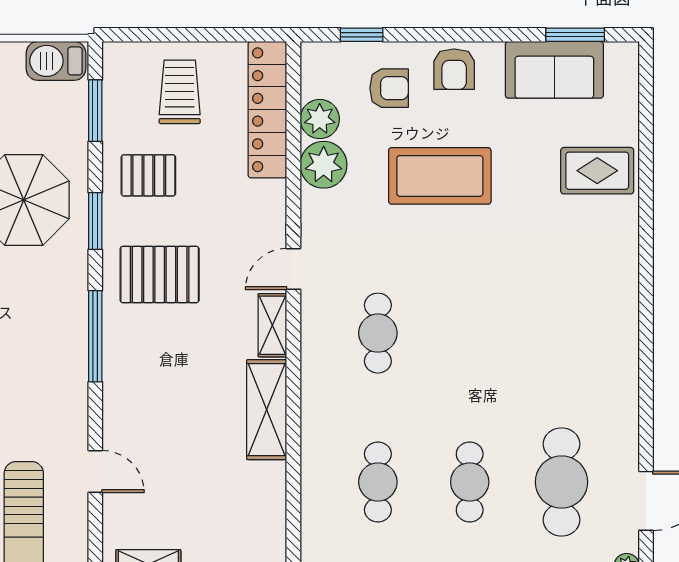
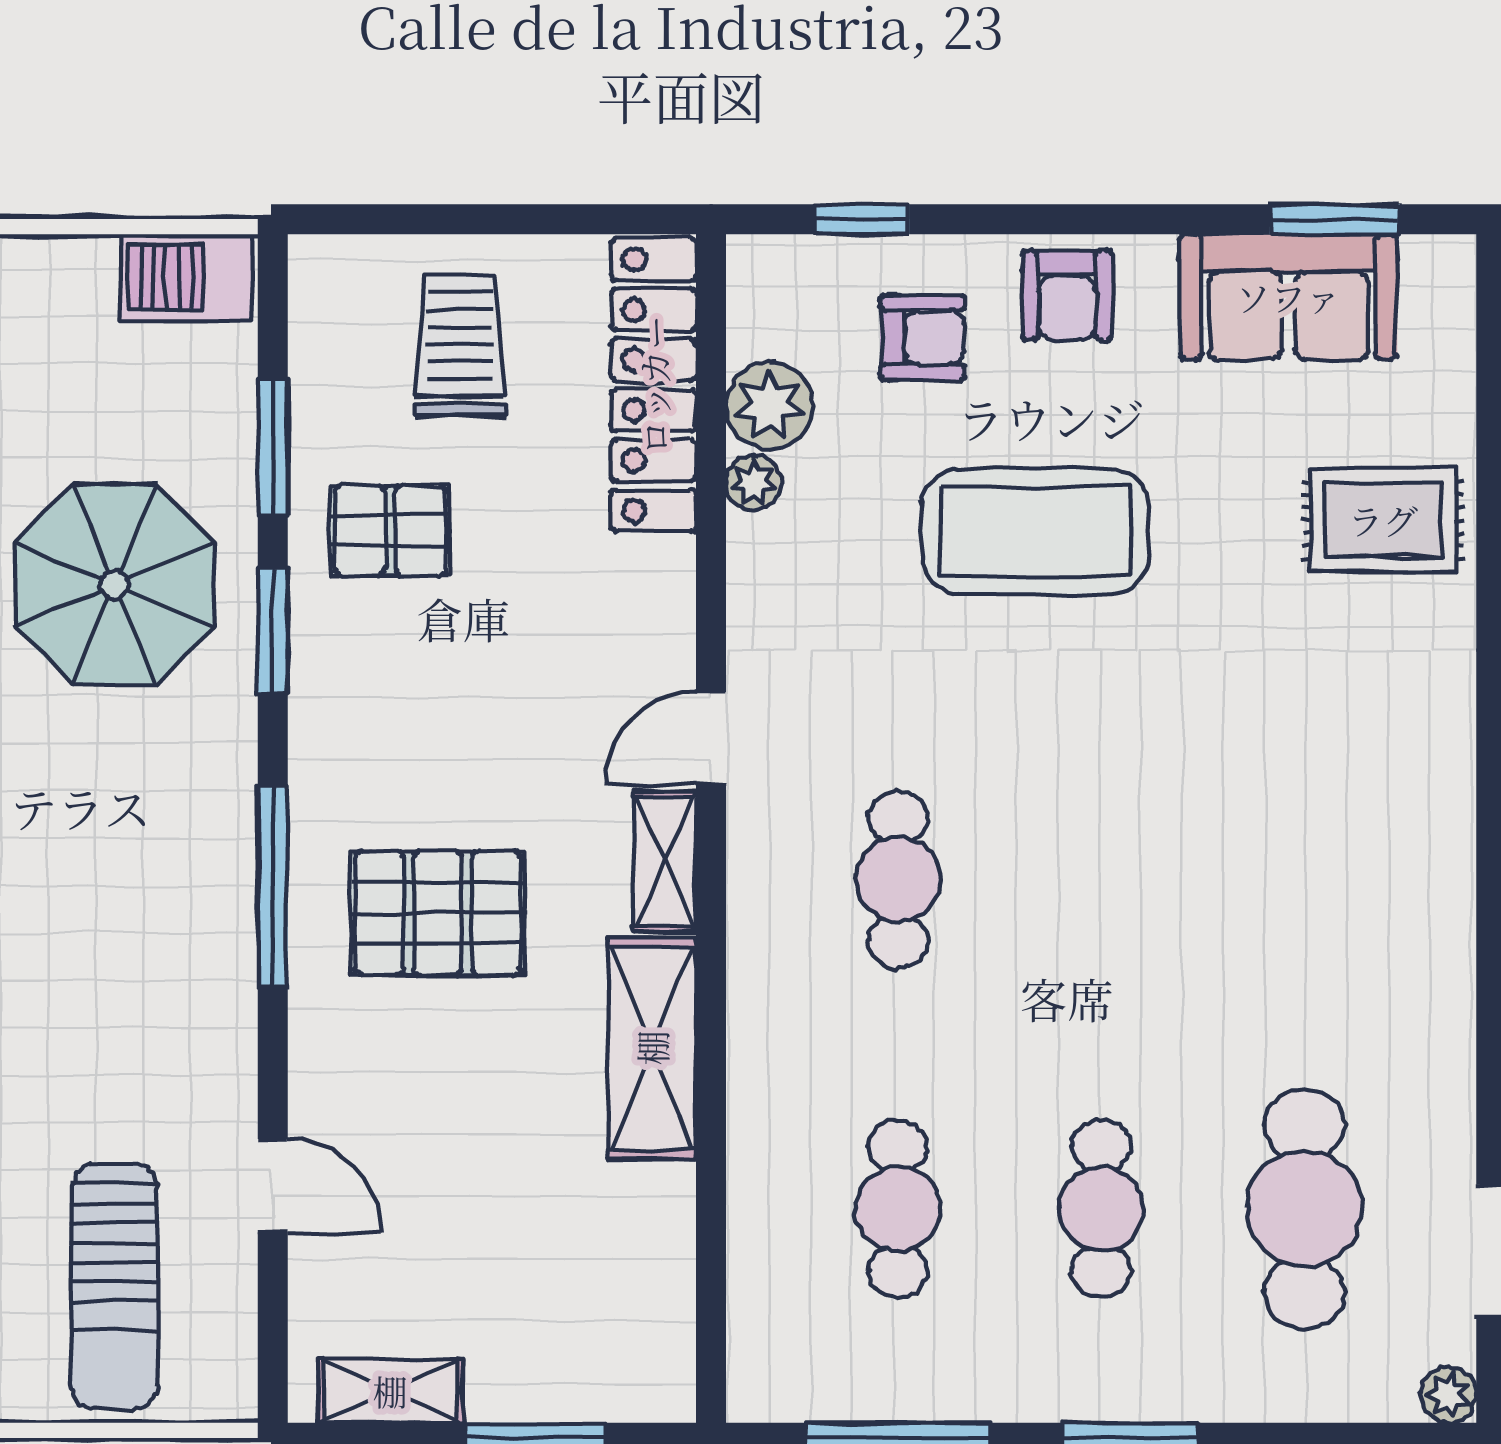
window: (95, 111) -> (273, 448), moved
plant: (324, 165) -> (754, 483), width x0.53, depth x0.53
pallet: (160, 275) -> (438, 913), moved

